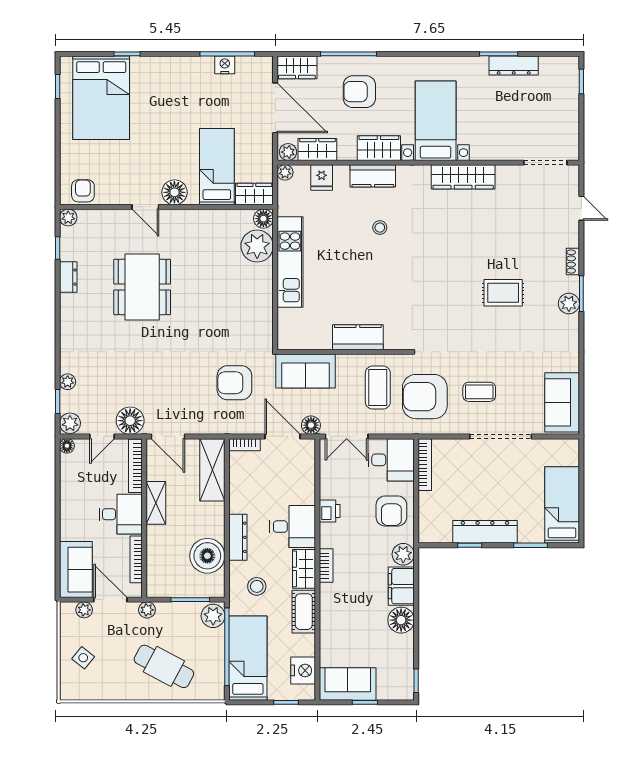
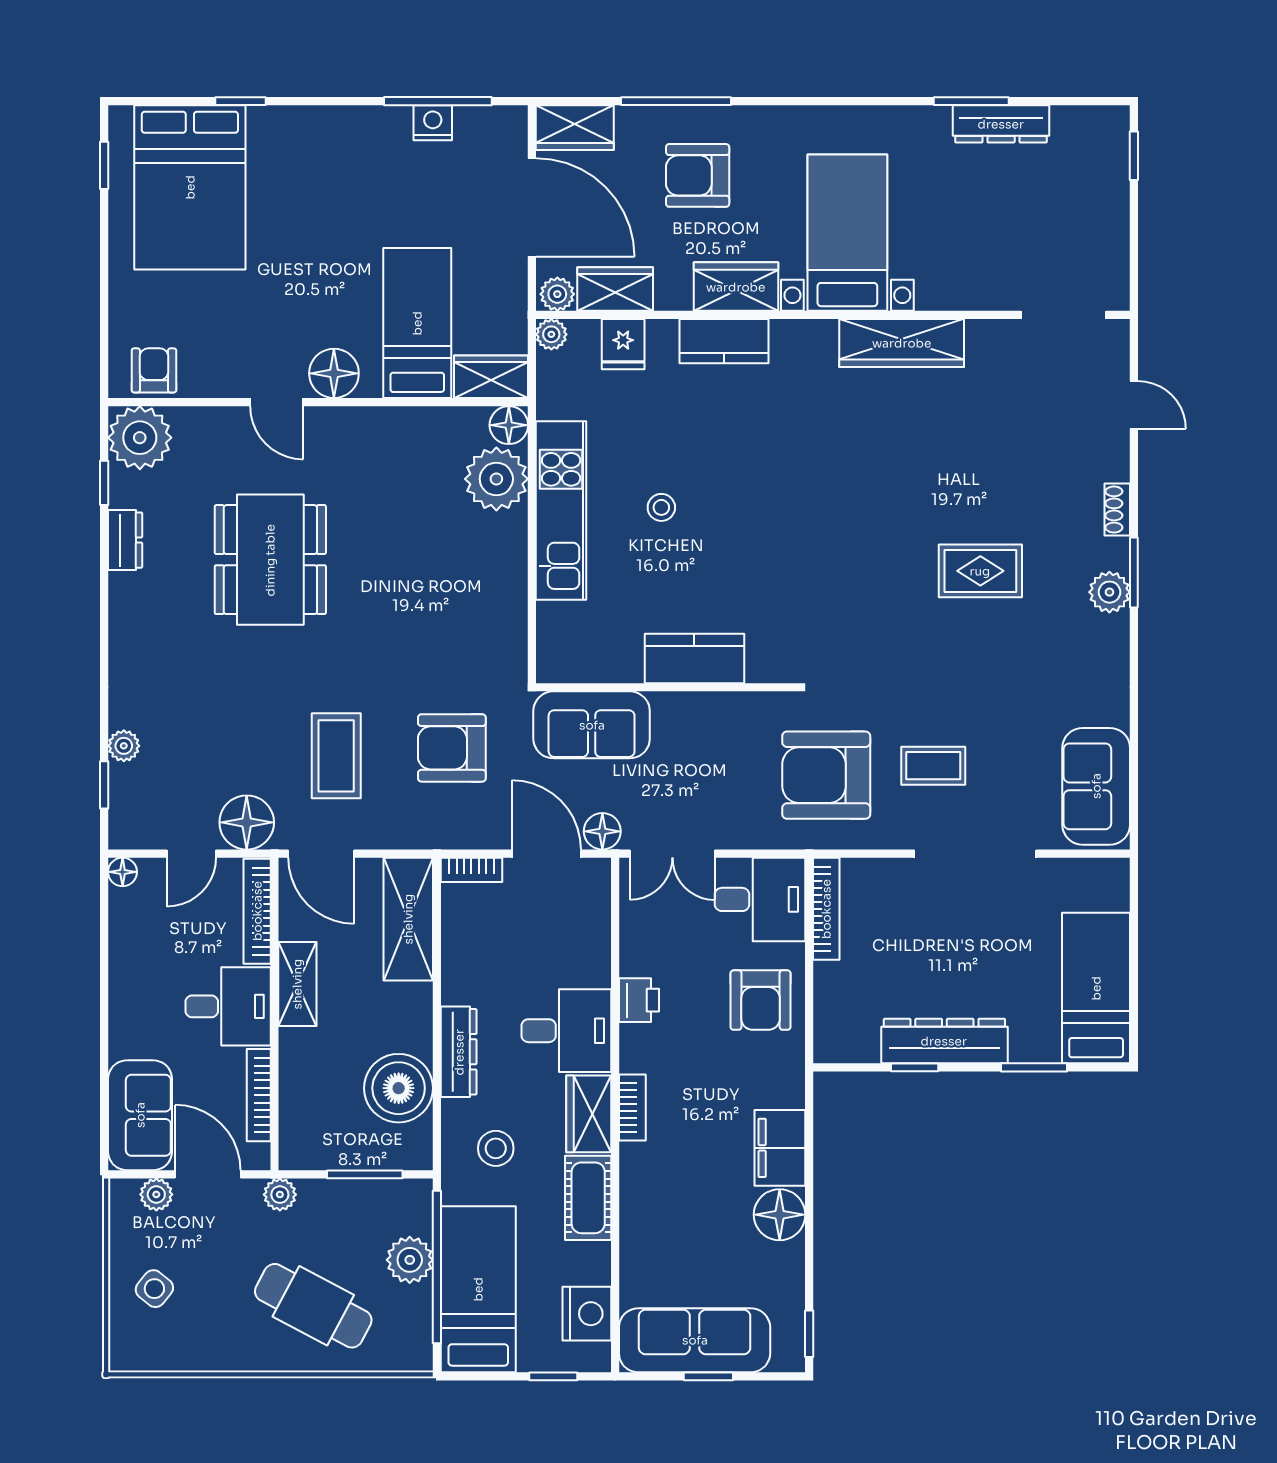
plant: (68, 217) -> (140, 438), width x1.88, depth x1.88
stool: (380, 228) -> (661, 507), moved
coffee table: (378, 388) -> (336, 756), moved
plant: (70, 423) -> (128, 828), removed
plant: (403, 554) -> (784, 1085), removed
plant: (213, 616) -> (410, 1260), moved
sofa: (348, 684) -> (695, 1340), width x1.36

